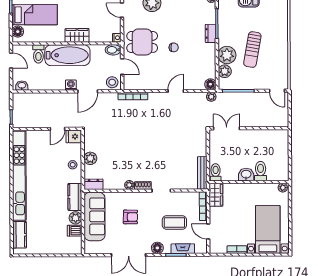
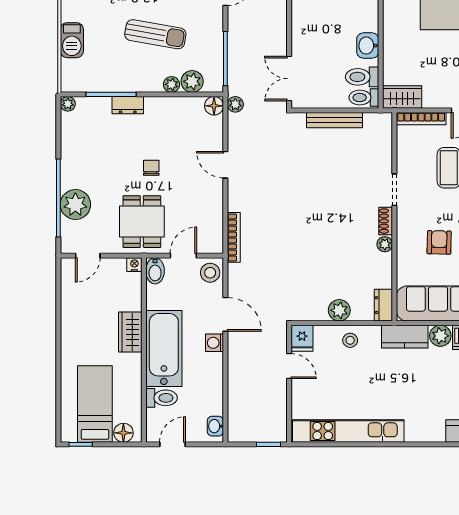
plant: (227, 55) -> (172, 84), width x0.53, depth x0.53
toilet: (261, 171) -> (362, 77), moved
bench: (202, 173) -> (335, 120), moved
kitchen unit: (19, 176) -> (348, 431), width x0.73

